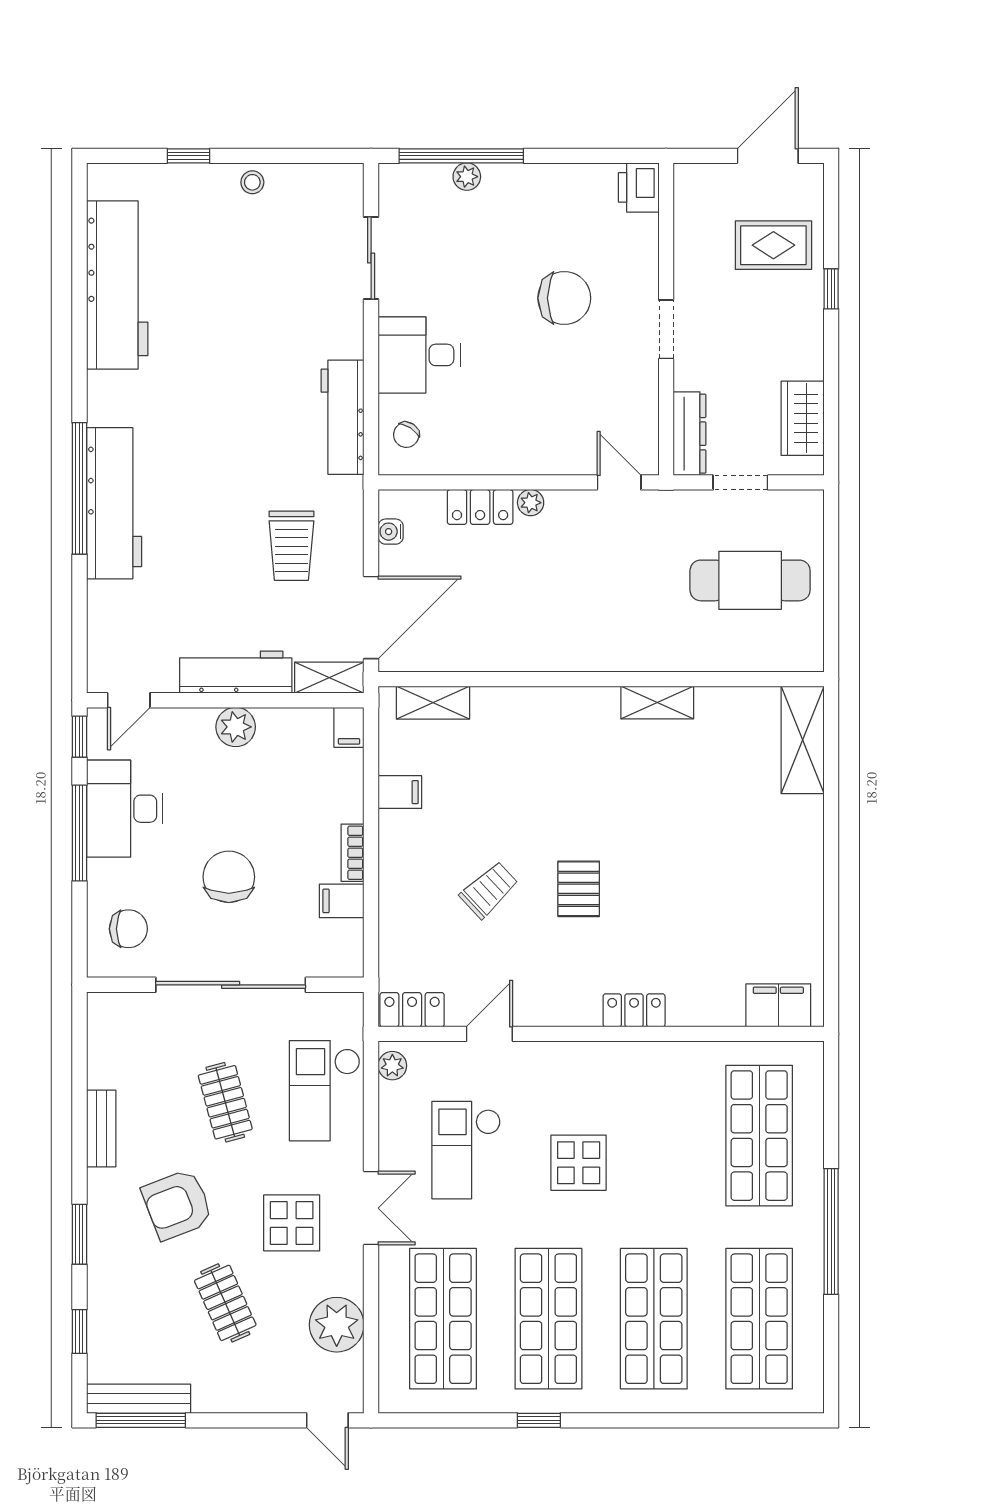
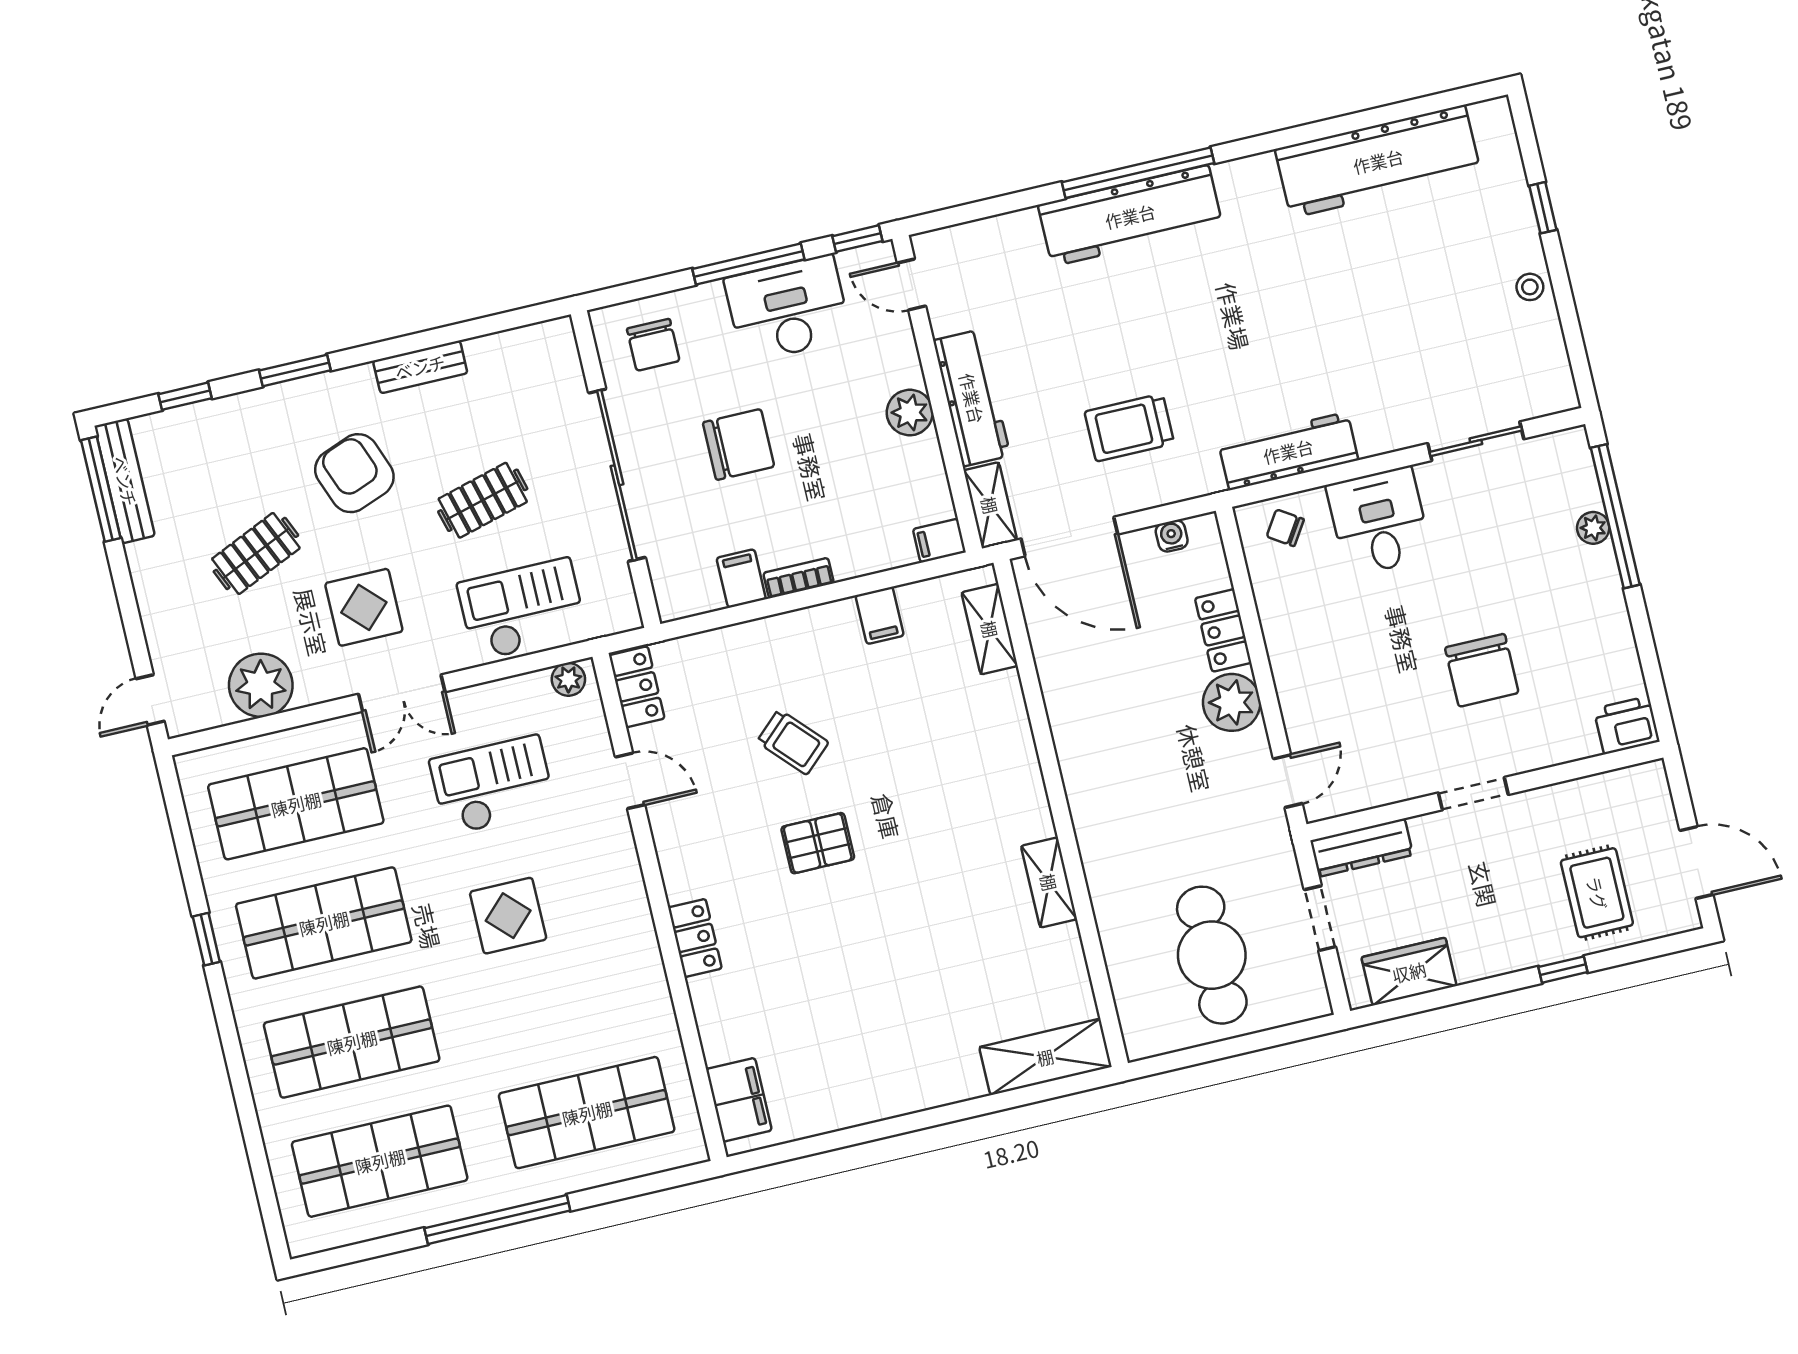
plant: (531, 503) -> (1232, 702), width x1.88, depth x1.88

